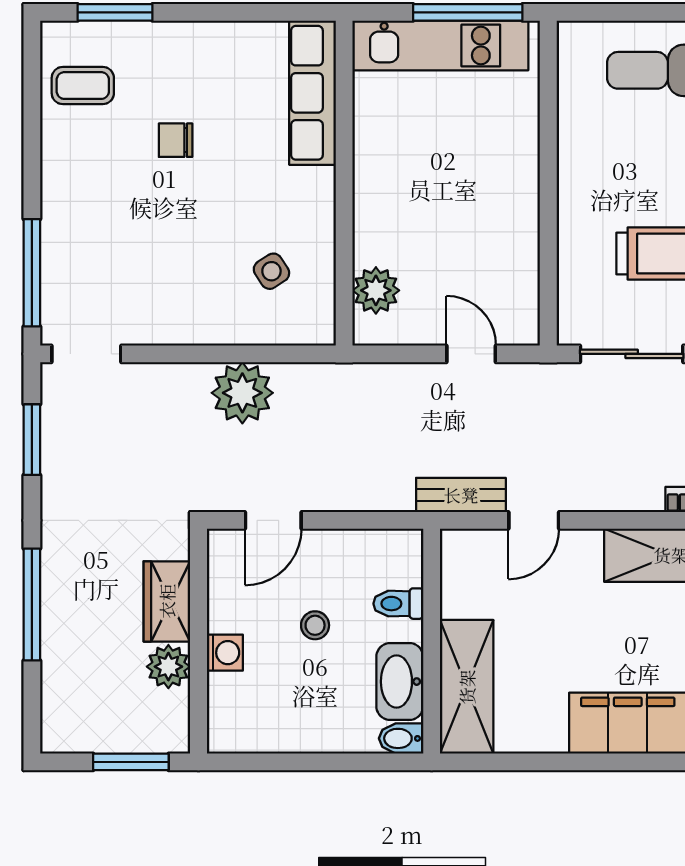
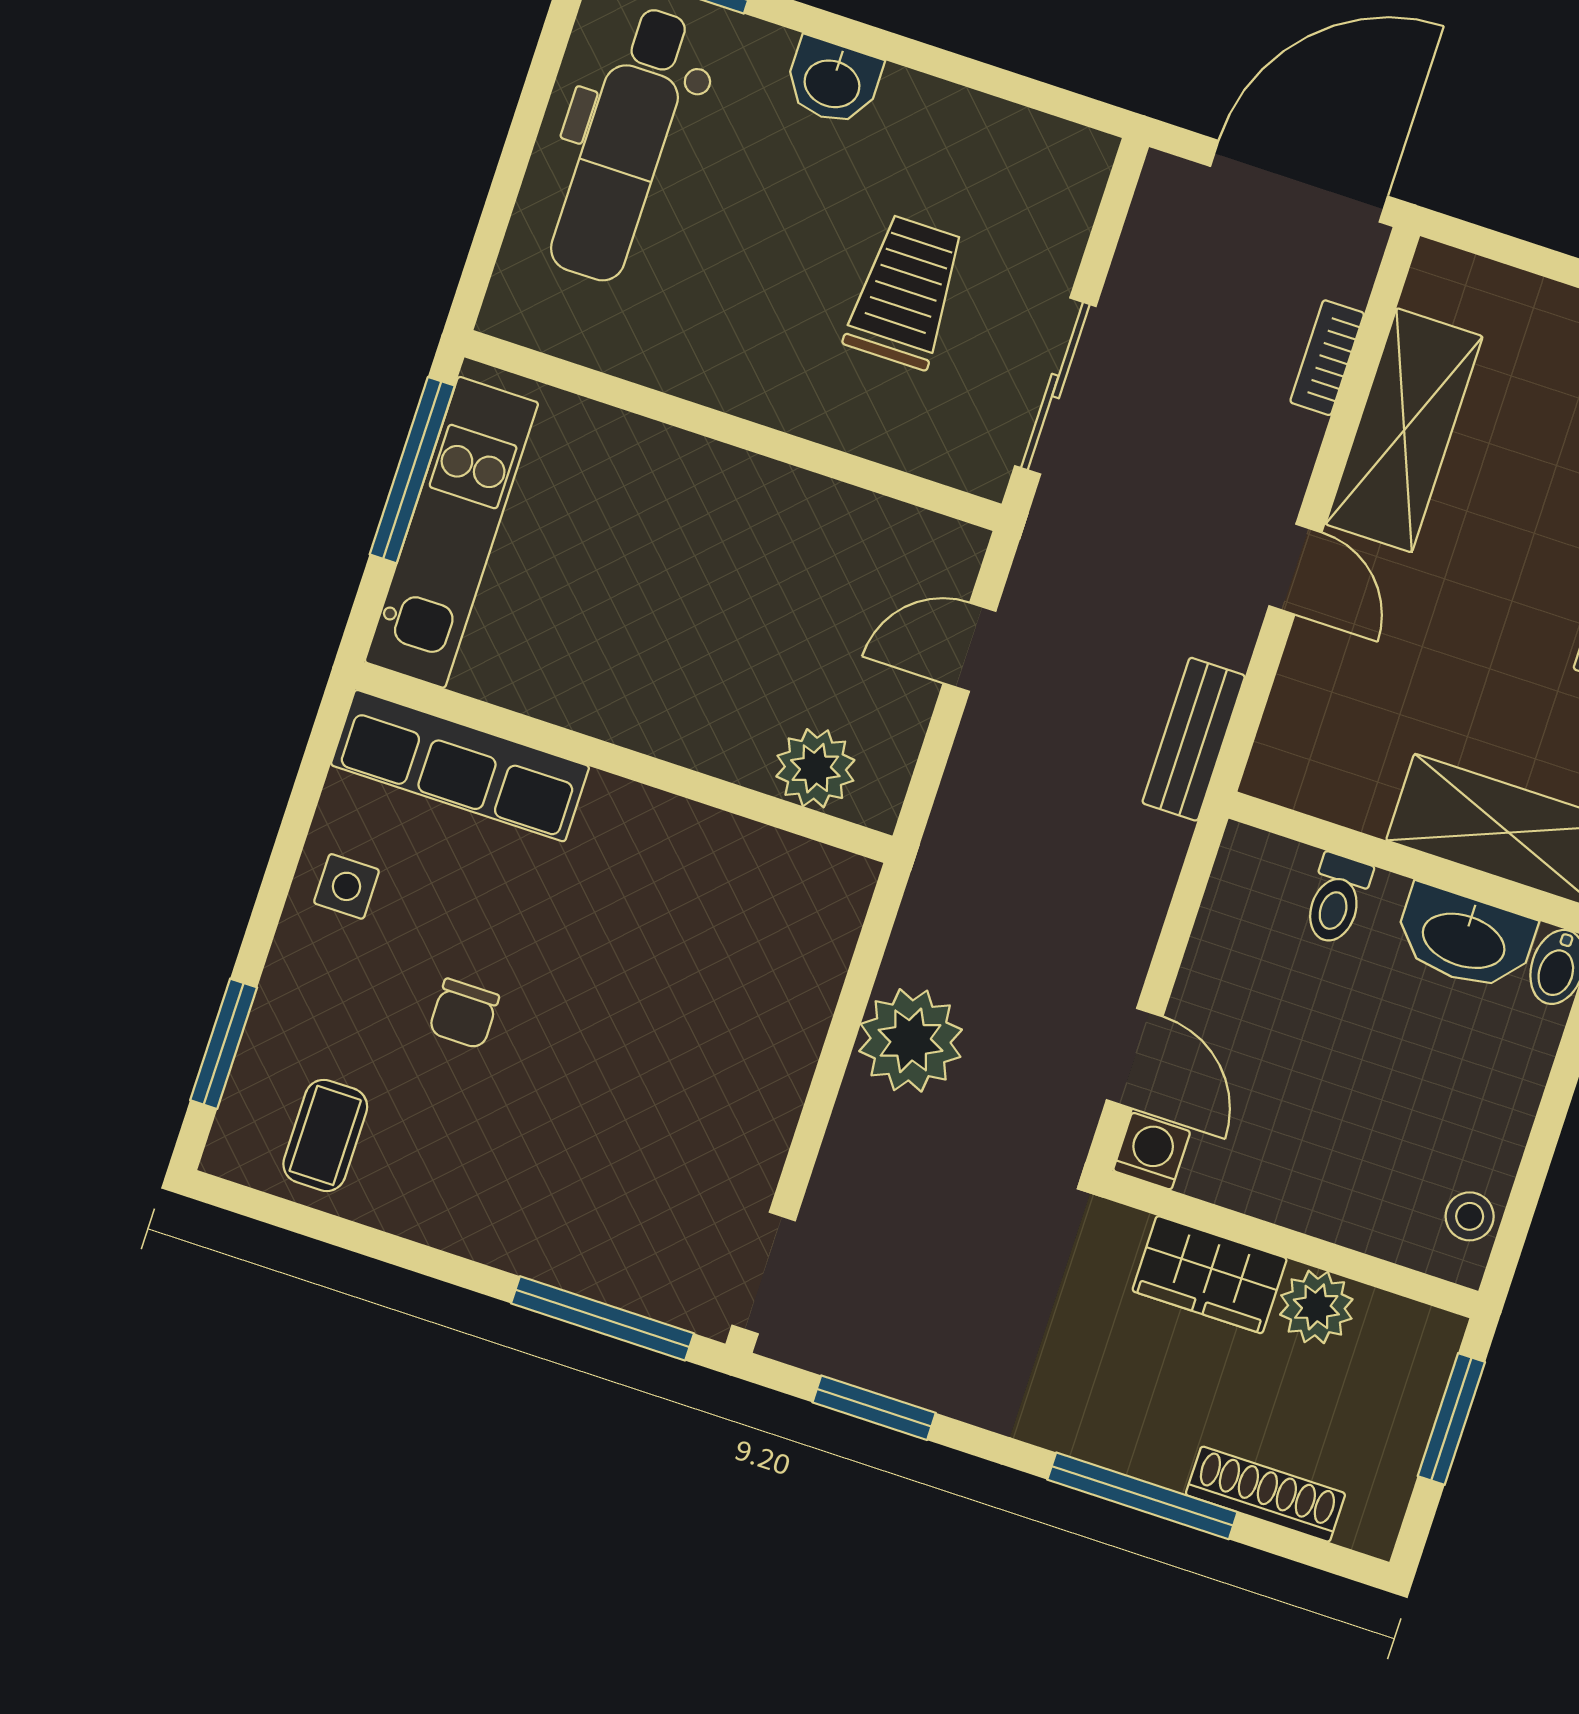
side table: (271, 271) -> (347, 886), moved, turned 33
door: (534, 520) -> (1295, 569), moved
stool: (315, 625) -> (1470, 1216), moved
washing machine: (225, 653) -> (1152, 1151), moved
shoe rack: (55, 672) -> (1265, 1494), added

